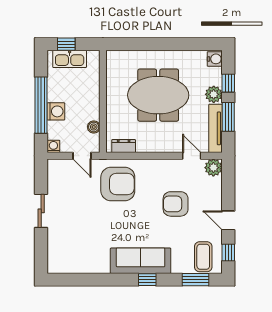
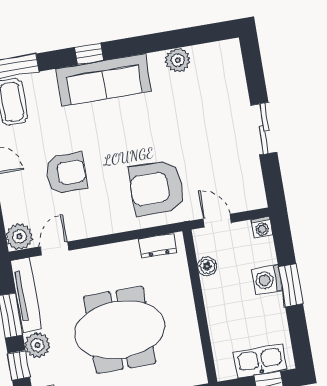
window: (41, 105) -> (291, 285), width x0.47
door: (192, 156) -> (55, 248), swing flipped
plant: (90, 265) -> (178, 60), added

